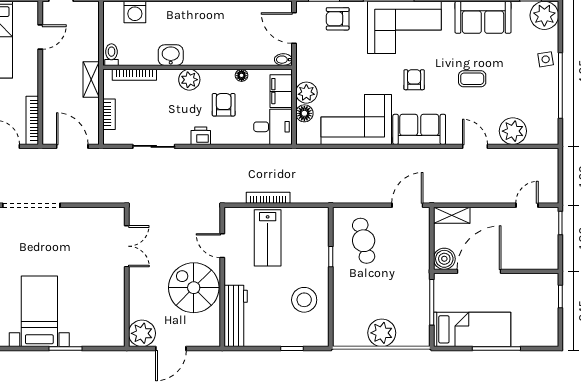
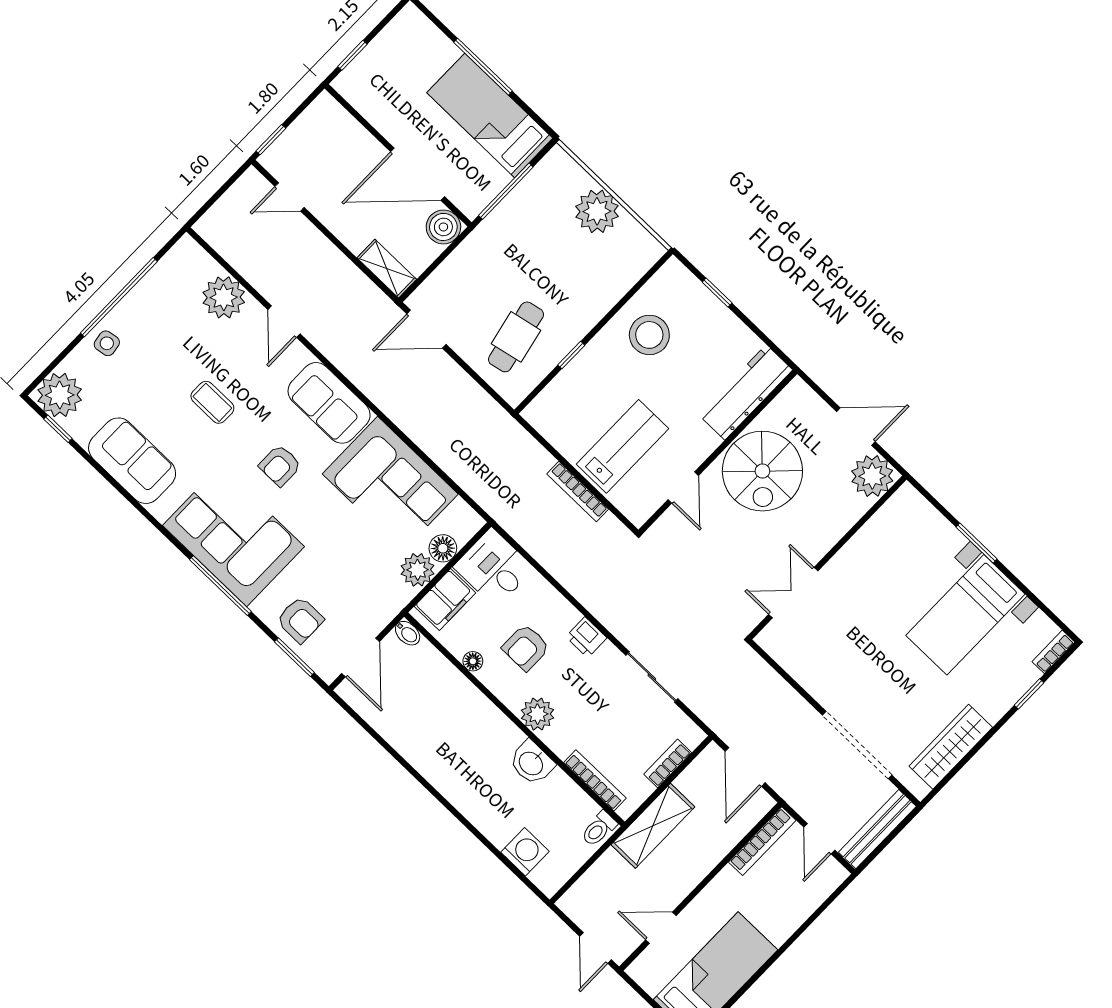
shelving: (91, 80) -> (653, 826), width x1.50, depth x1.33

